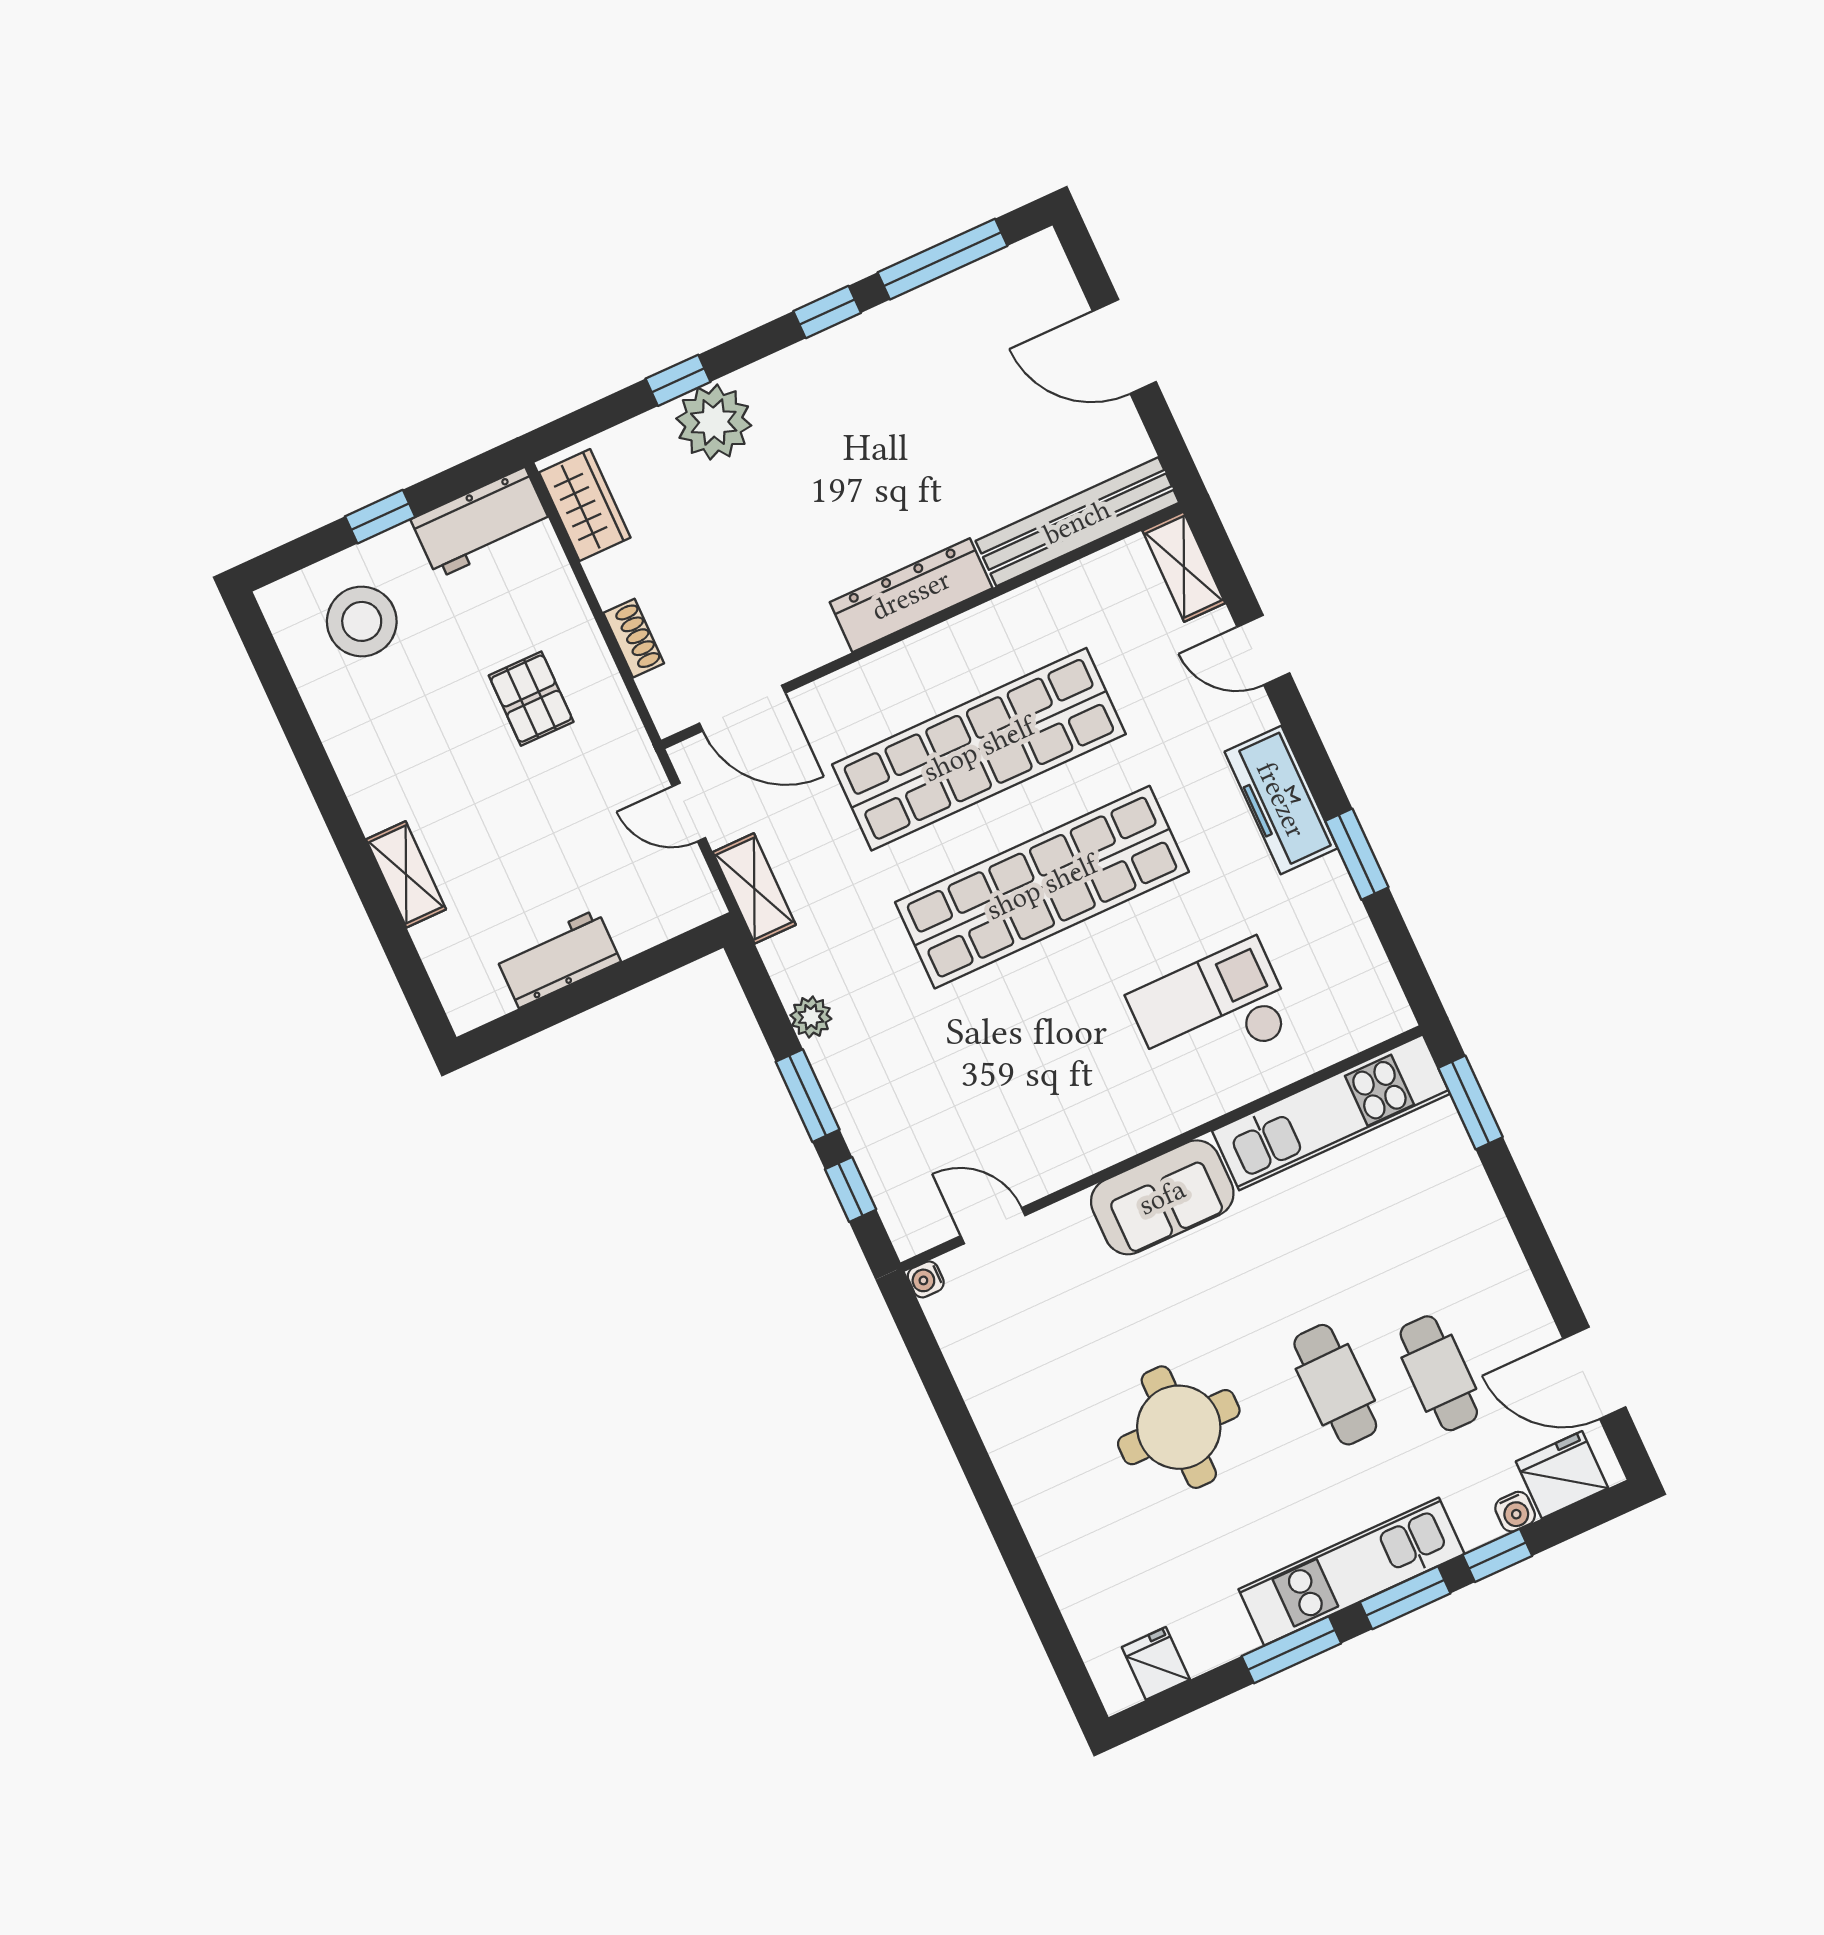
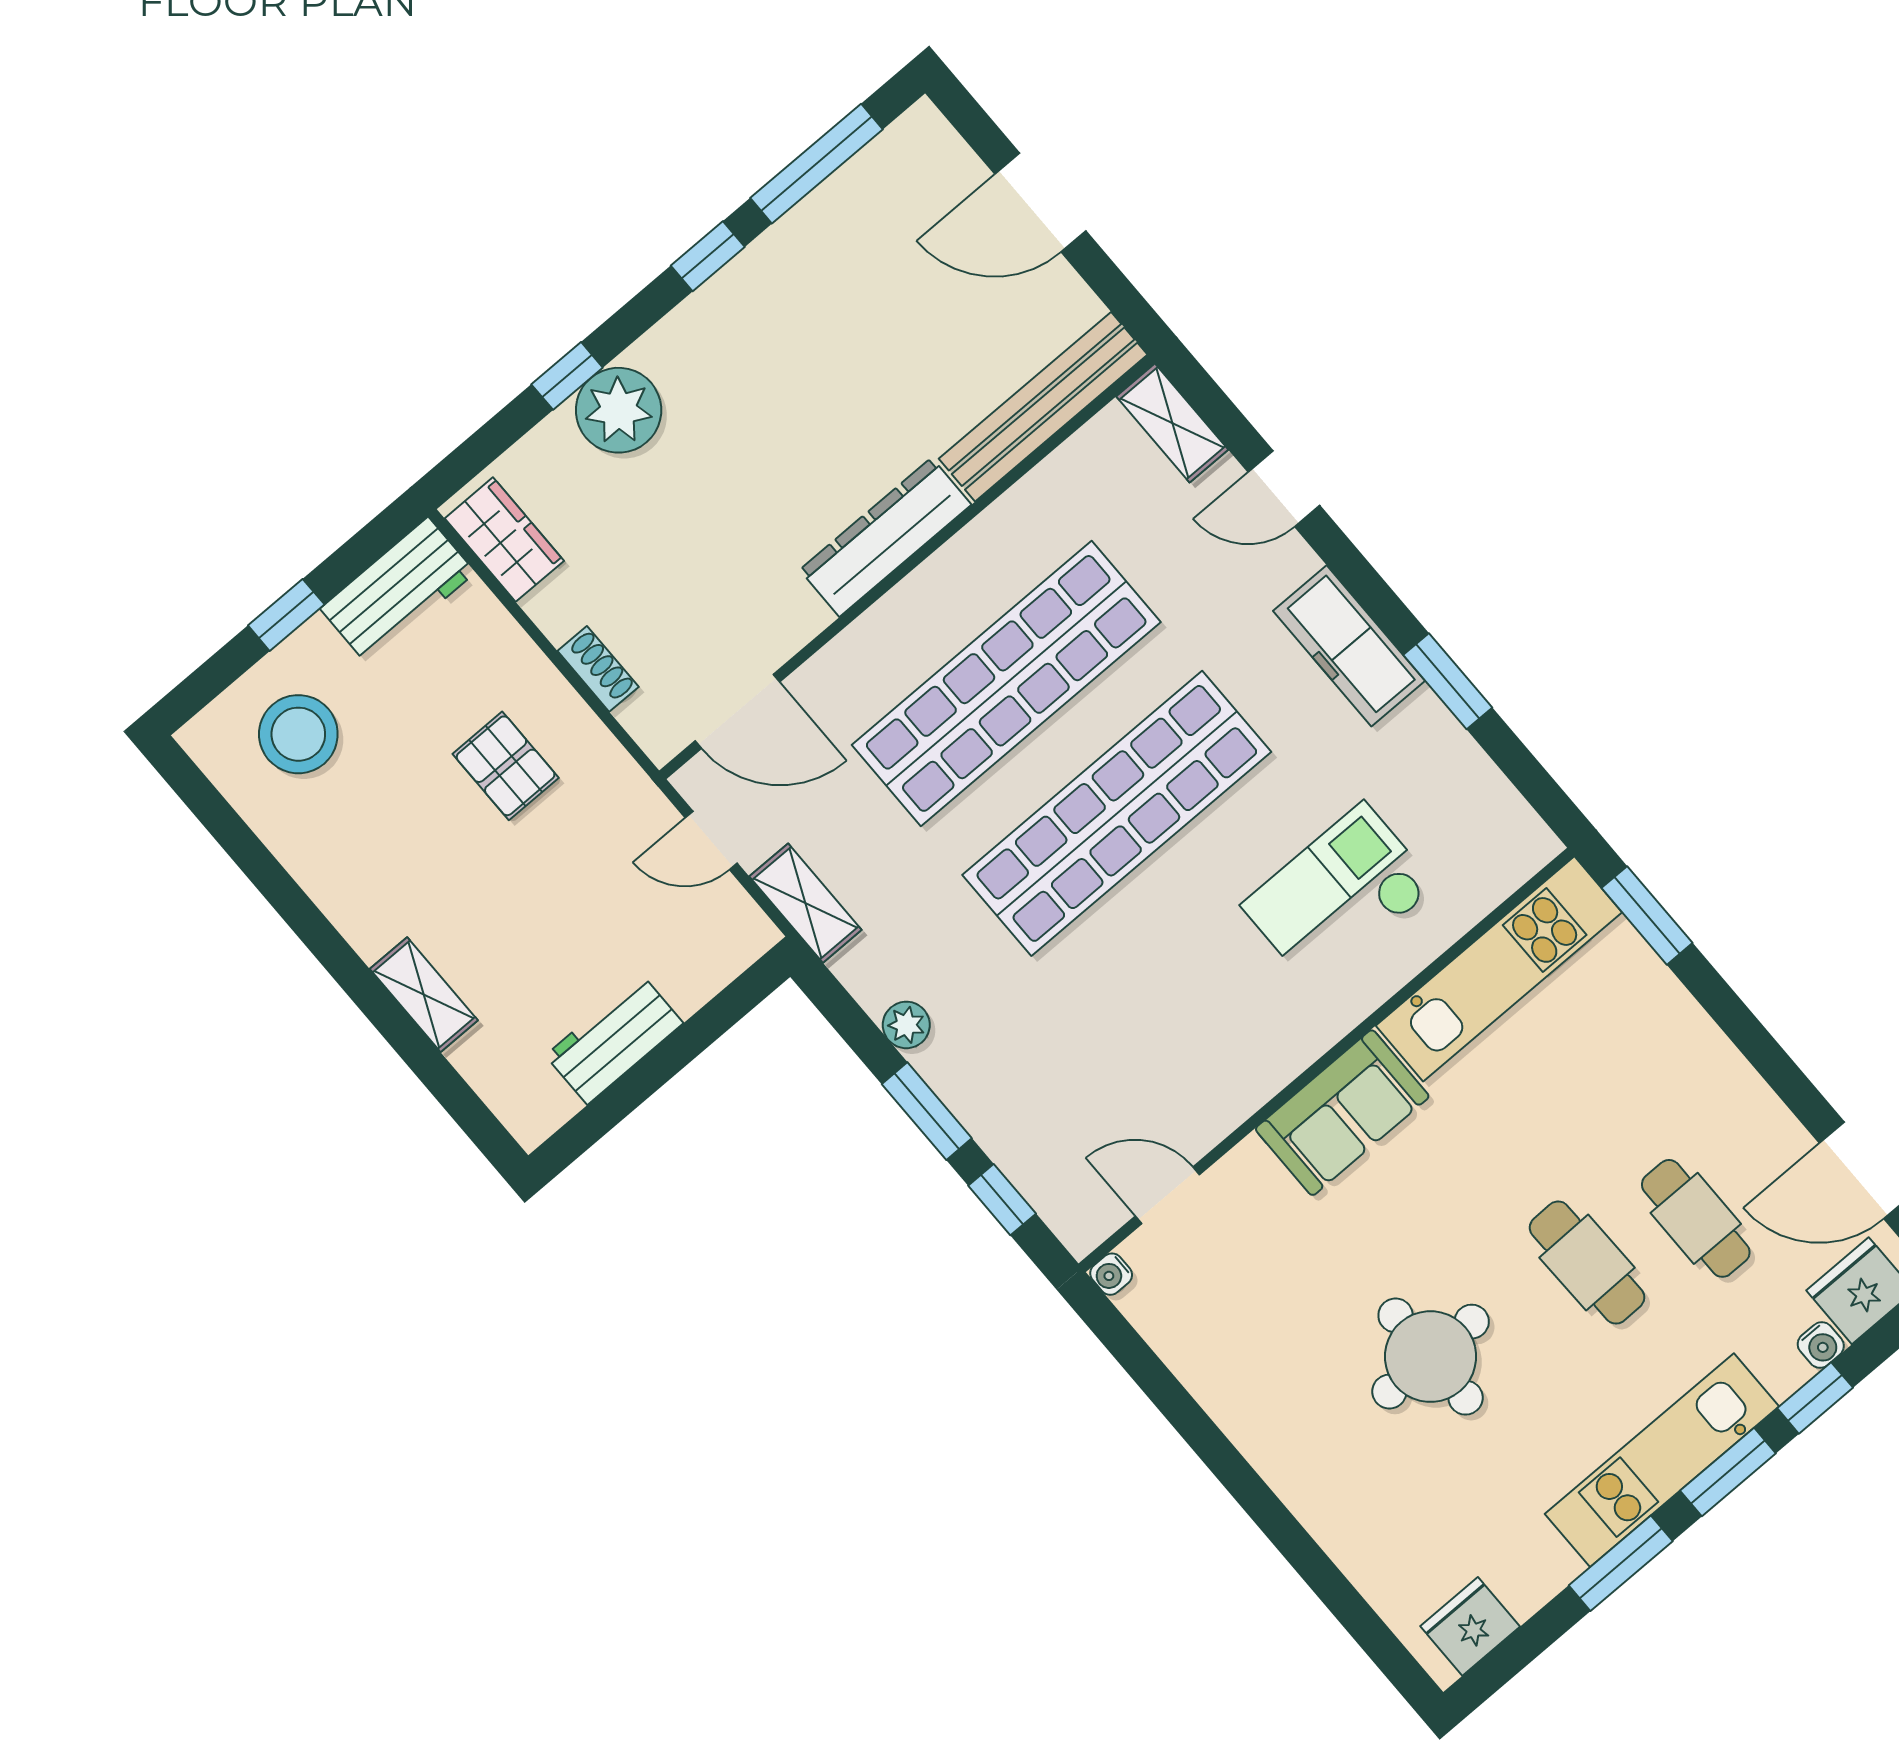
fridge: (1156, 1663) -> (1470, 1626), width x1.38

